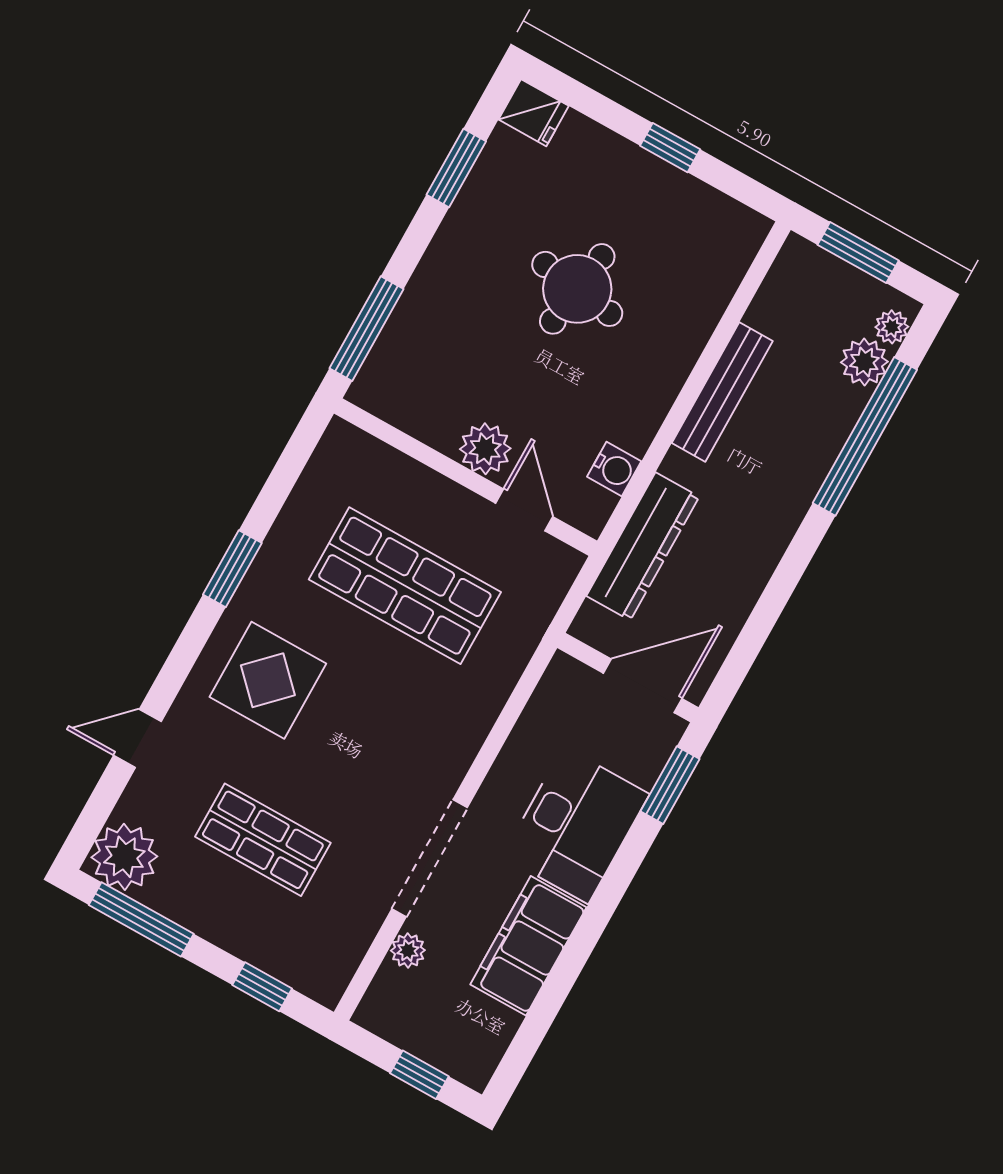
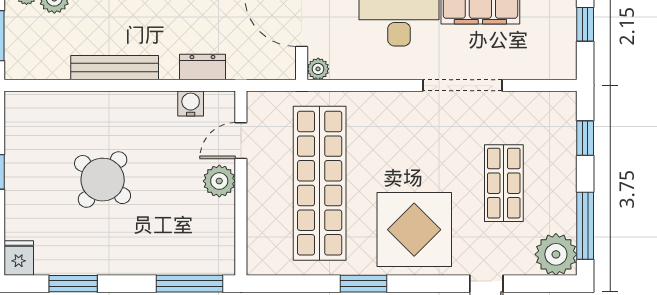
round table: (577, 289) -> (103, 180), turned 31
dresser: (643, 546) -> (202, 67), width x0.51, depth x0.80
shop shelf: (405, 586) -> (320, 183), width x1.40
display table: (268, 680) -> (414, 230), width x1.36, depth x1.36
plant: (408, 950) -> (318, 69), moved

